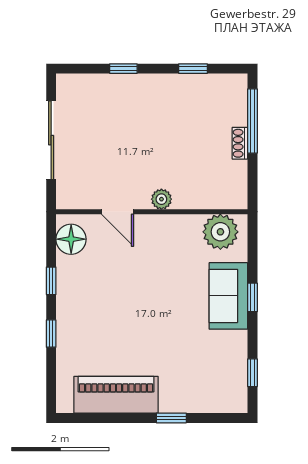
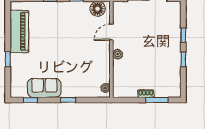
window: (193, 69) -> (183, 59), moved
window: (252, 121) -> (157, 100), width x0.69
plant: (220, 232) -> (105, 88), width x0.53, depth x0.53
sofa: (228, 296) -> (44, 88), moved

